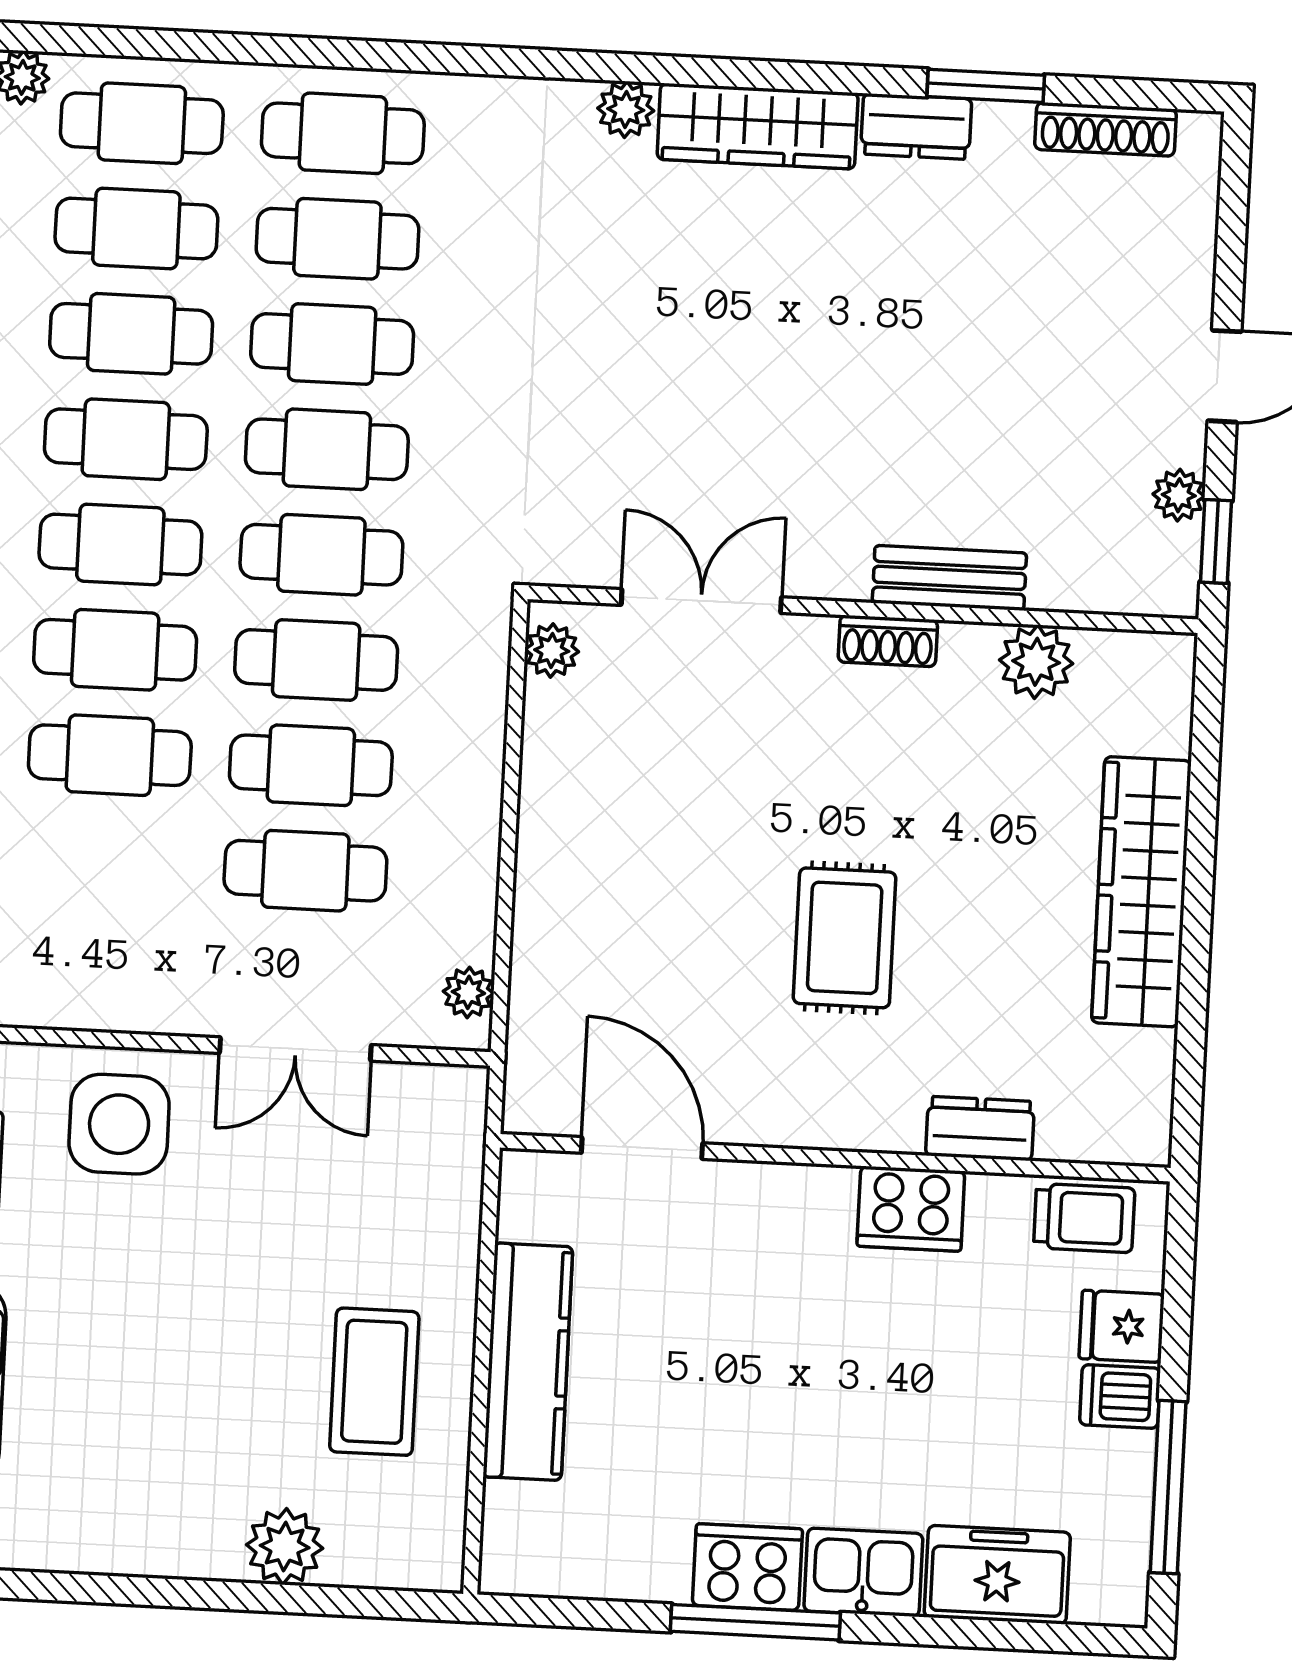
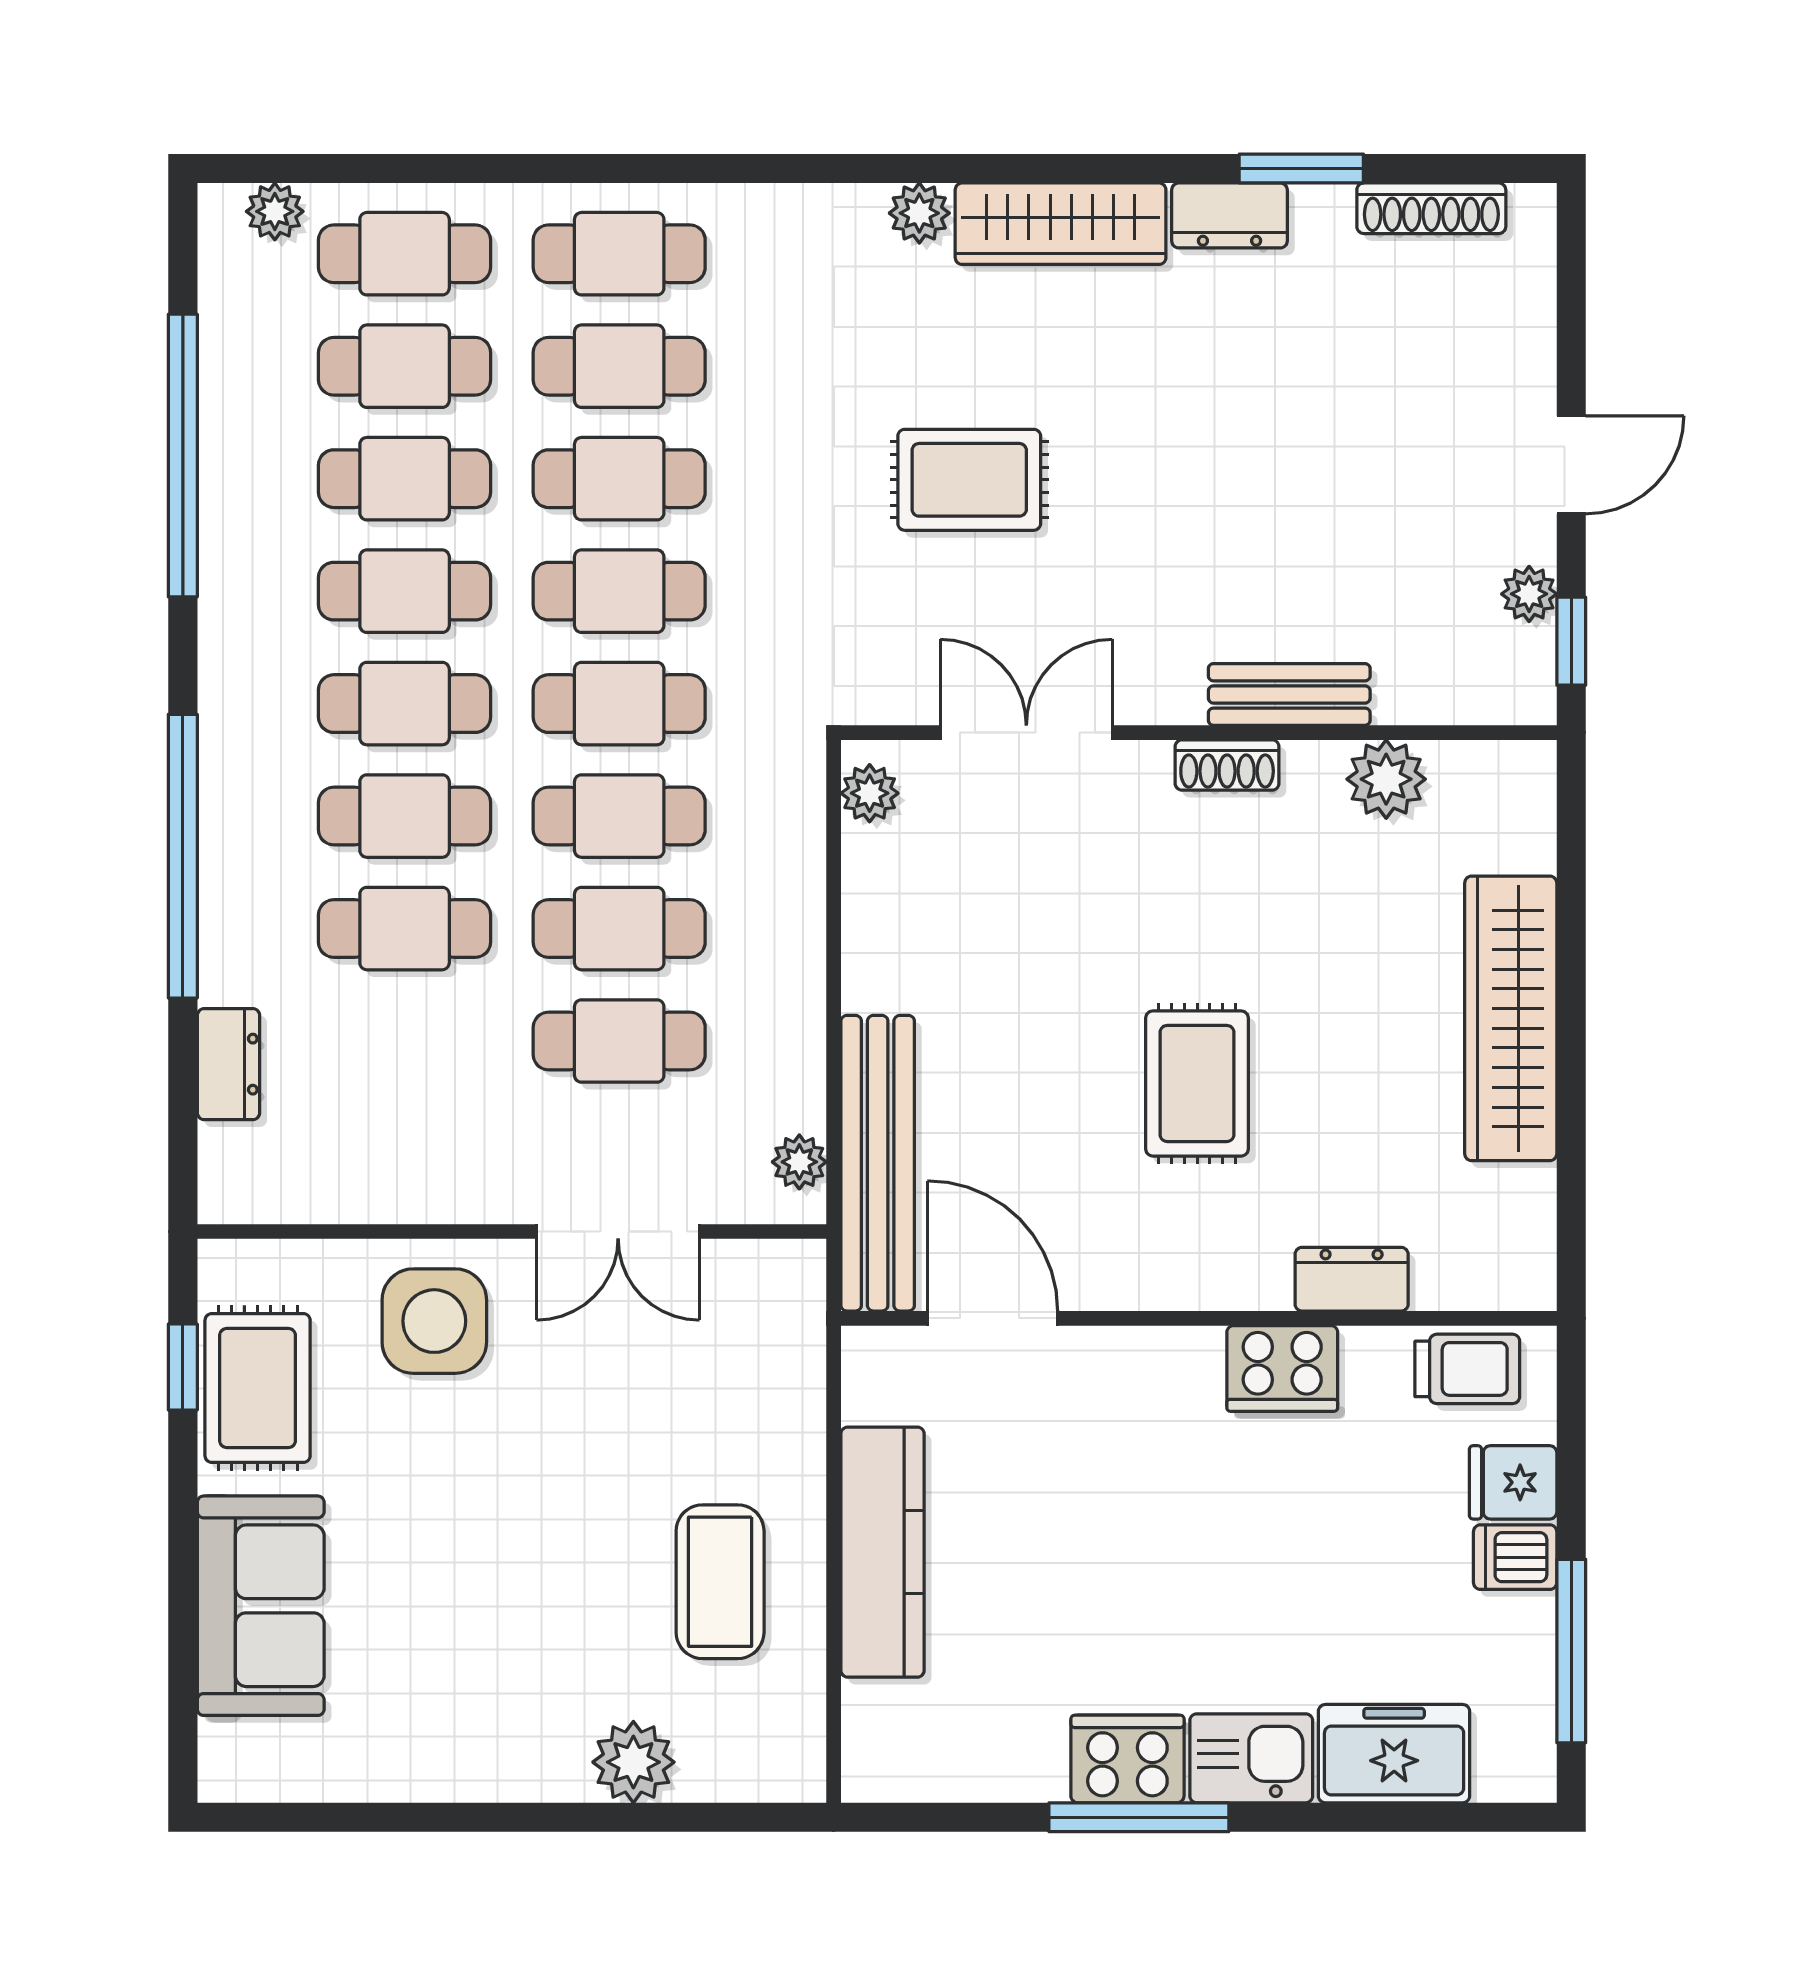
rug: (660, 362) -> (969, 480), added
bench: (542, 997) -> (878, 1163), added

